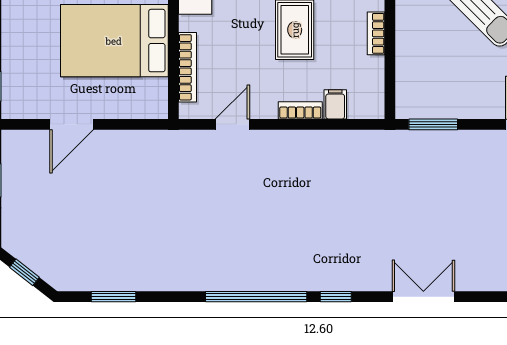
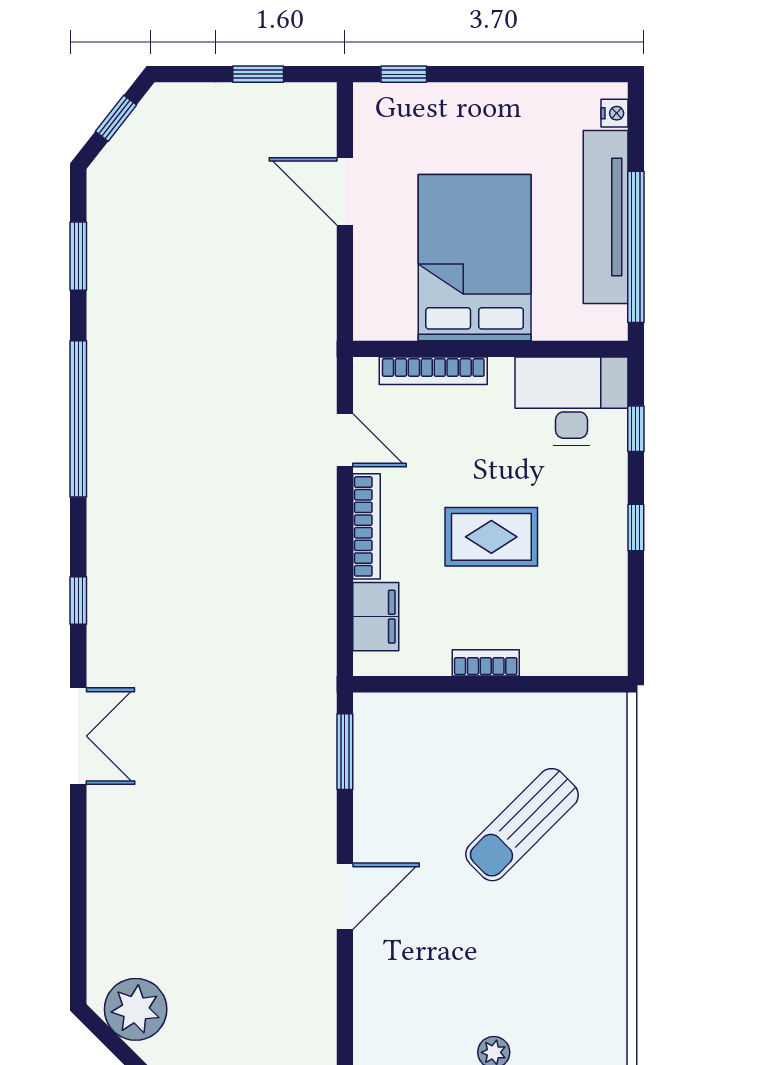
filing cabinet: (335, 104) -> (376, 617), width x2.00
bookcase: (300, 110) -> (367, 526), width x1.56
window: (256, 297) -> (78, 419), moved

